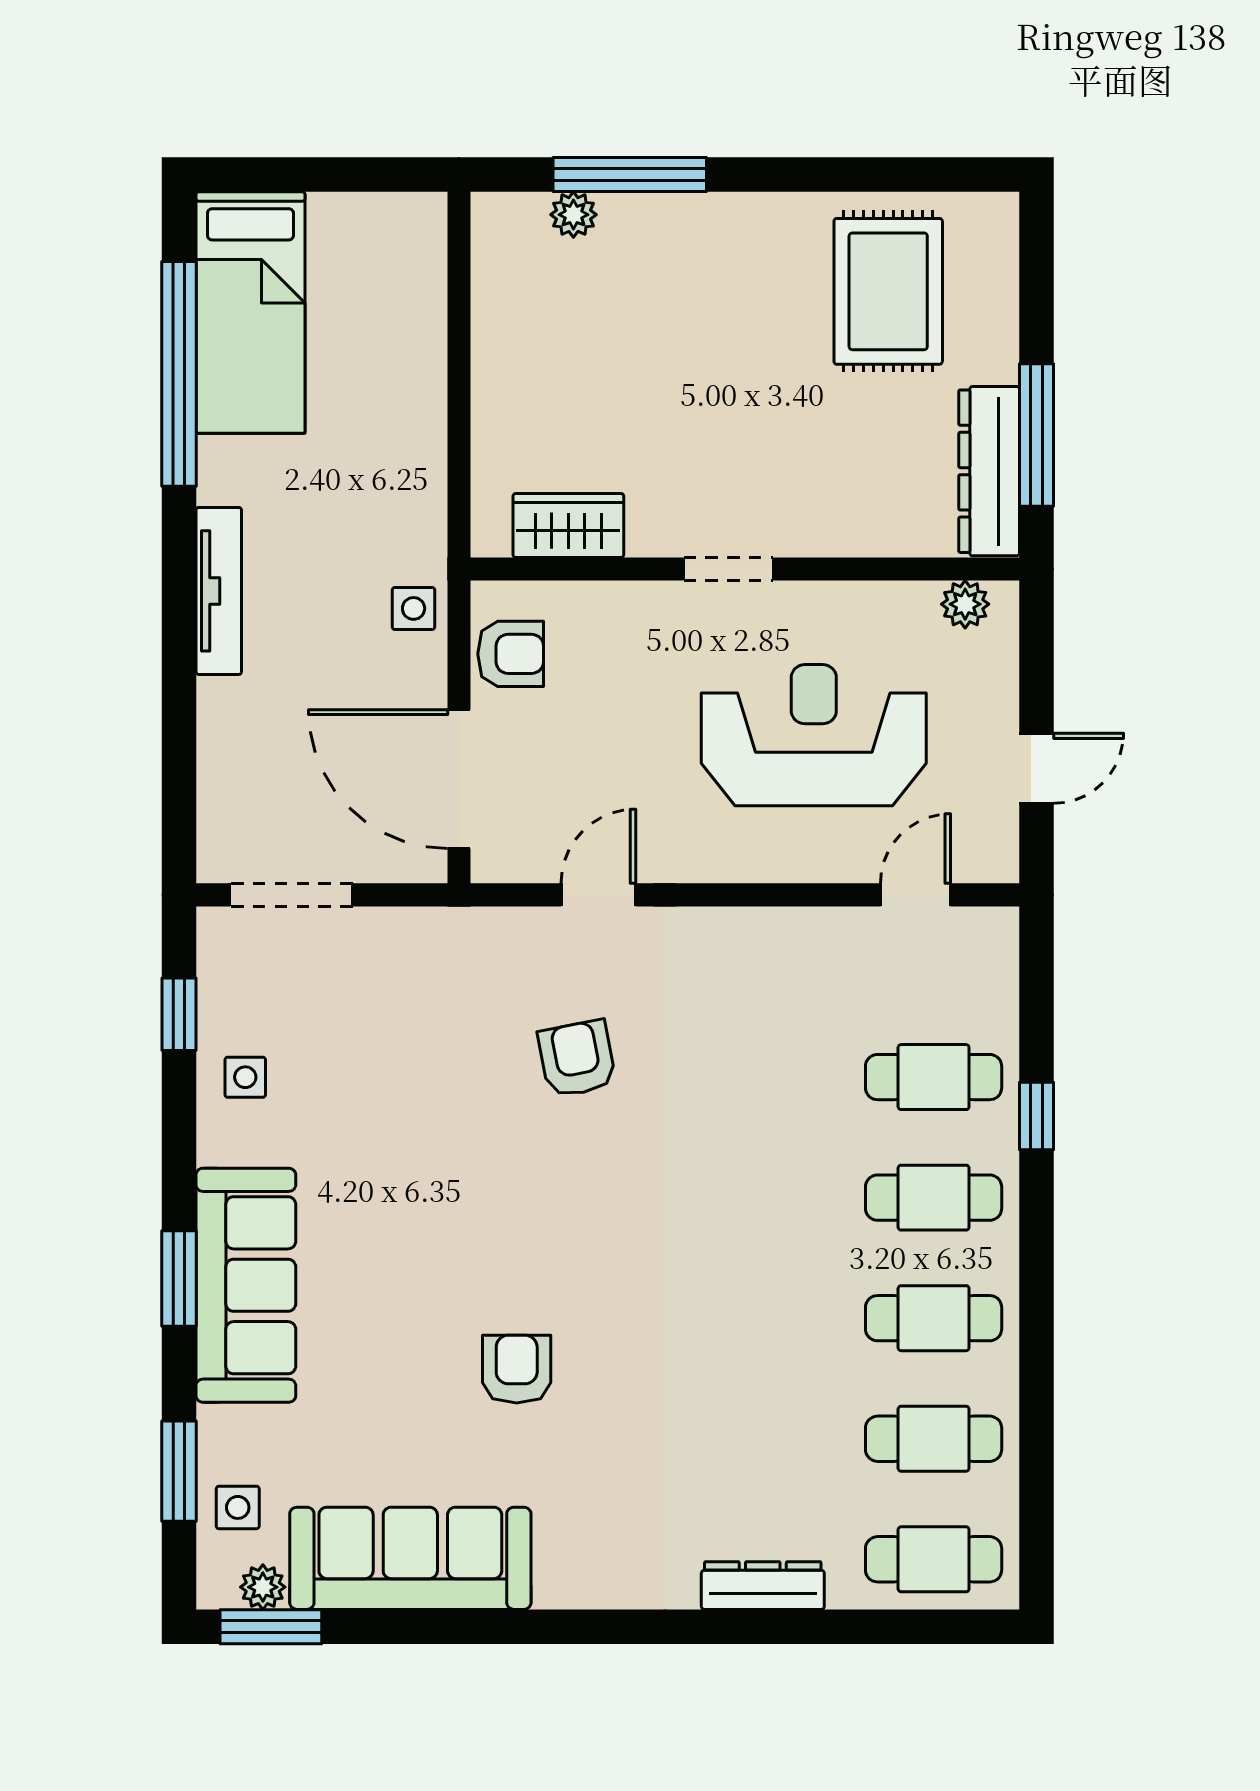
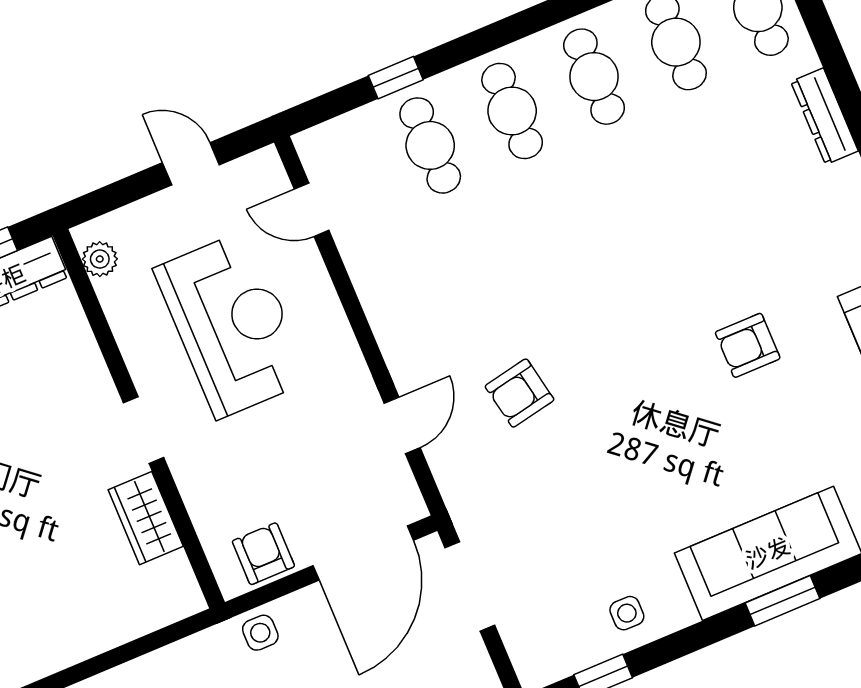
wardrobe: (568, 525) -> (146, 518), moved
reception desk: (814, 735) -> (232, 325), turned 180
doorway: (291, 895) -> (470, 586), moved
door: (598, 895) -> (402, 425), swing flipped
window: (1036, 1116) -> (396, 78), moved

